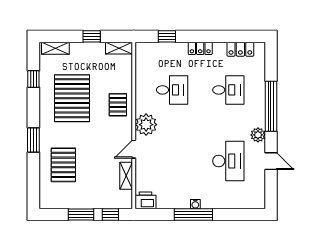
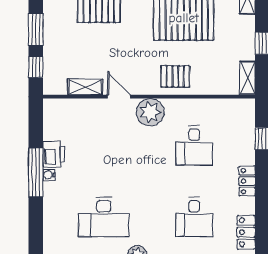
printer: (146, 200) -> (54, 154), moved

